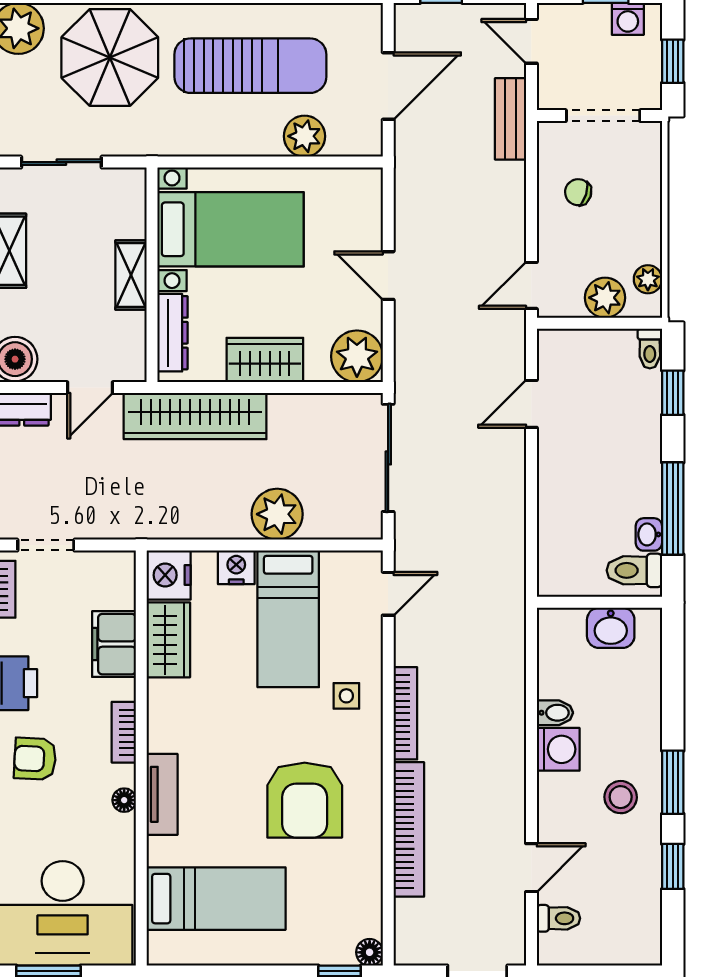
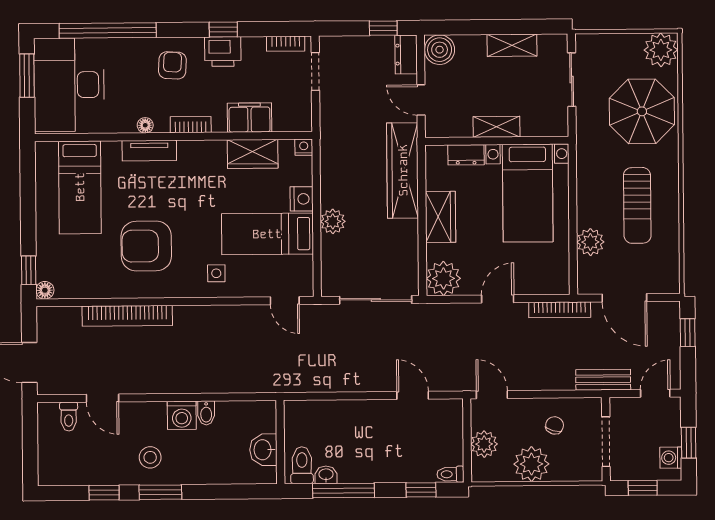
sun lounger: (250, 66) -> (637, 205), width x0.73, depth x0.75
plant: (648, 279) -> (531, 464), moved, width x1.87, depth x1.87
dresser: (173, 333) -> (466, 155), width x0.70
plant: (277, 514) -> (333, 221), width x0.73, depth x0.73
nightstand: (169, 575) -> (304, 147), width x0.53, depth x0.56
bookcase: (405, 713) -> (560, 310), moved

